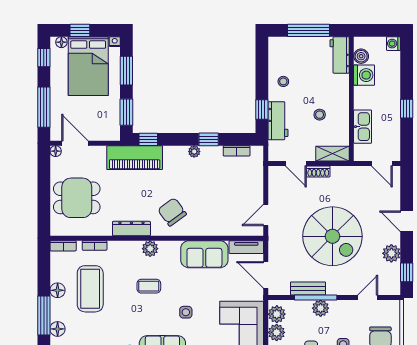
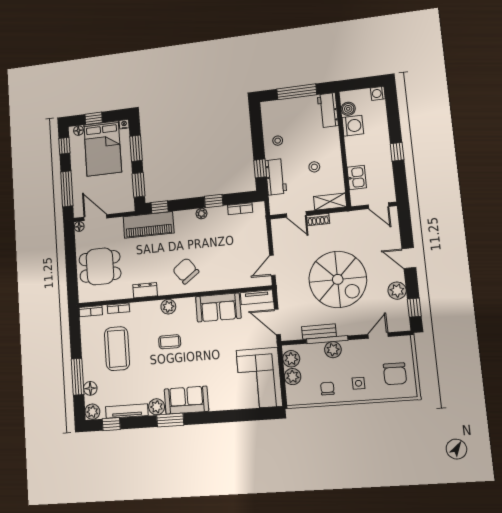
kitchen sink: (363, 127) -> (357, 178), width x0.73
dresser: (131, 229) -> (145, 290), width x0.70
floor lamp: (58, 290) -> (88, 352), removed
side table: (186, 312) -> (205, 364), removed

